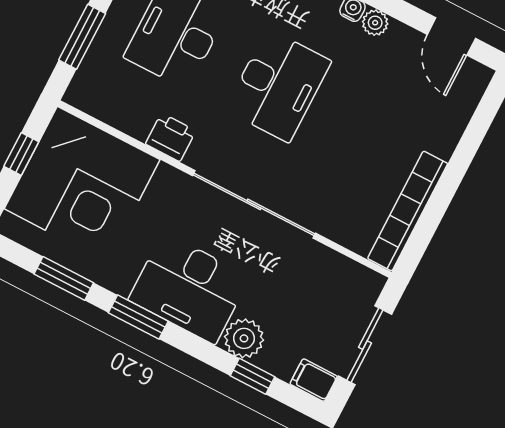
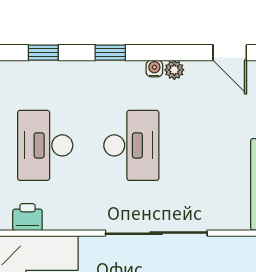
printer: (171, 137) -> (27, 217), moved

